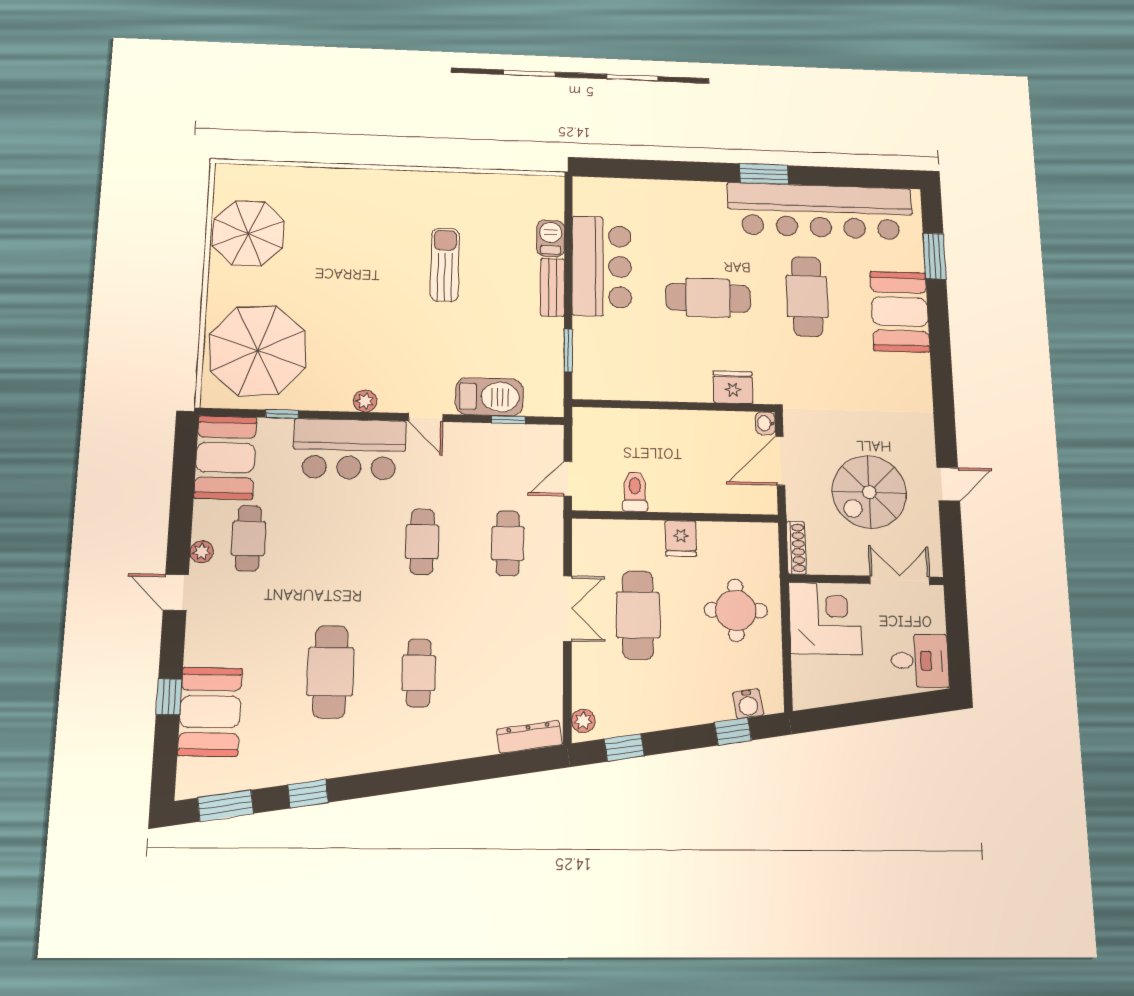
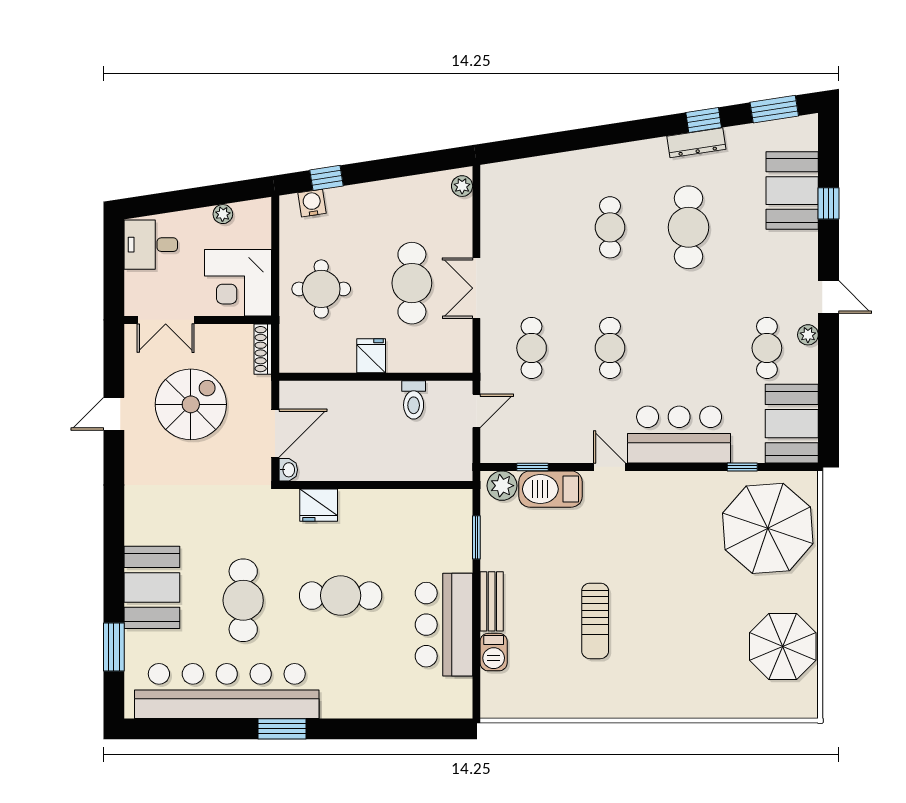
plant: (365, 401) -> (502, 486), moved, width x1.38, depth x1.38
plant: (844, 693) -> (223, 214), added
dresser: (529, 737) -> (696, 143), moved
window: (624, 747) -> (425, 163), removed

